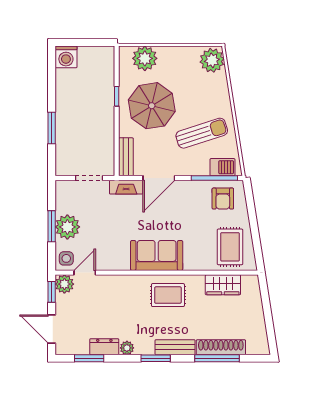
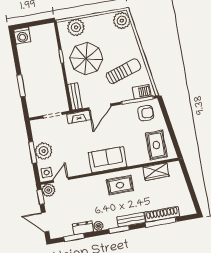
armchair: (223, 199) -> (146, 113), turned -90

